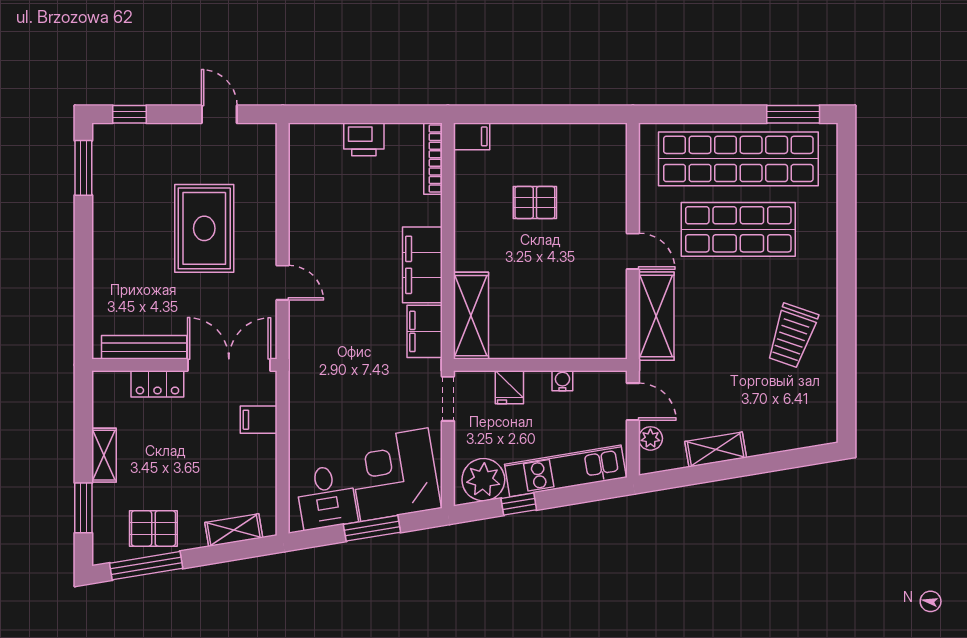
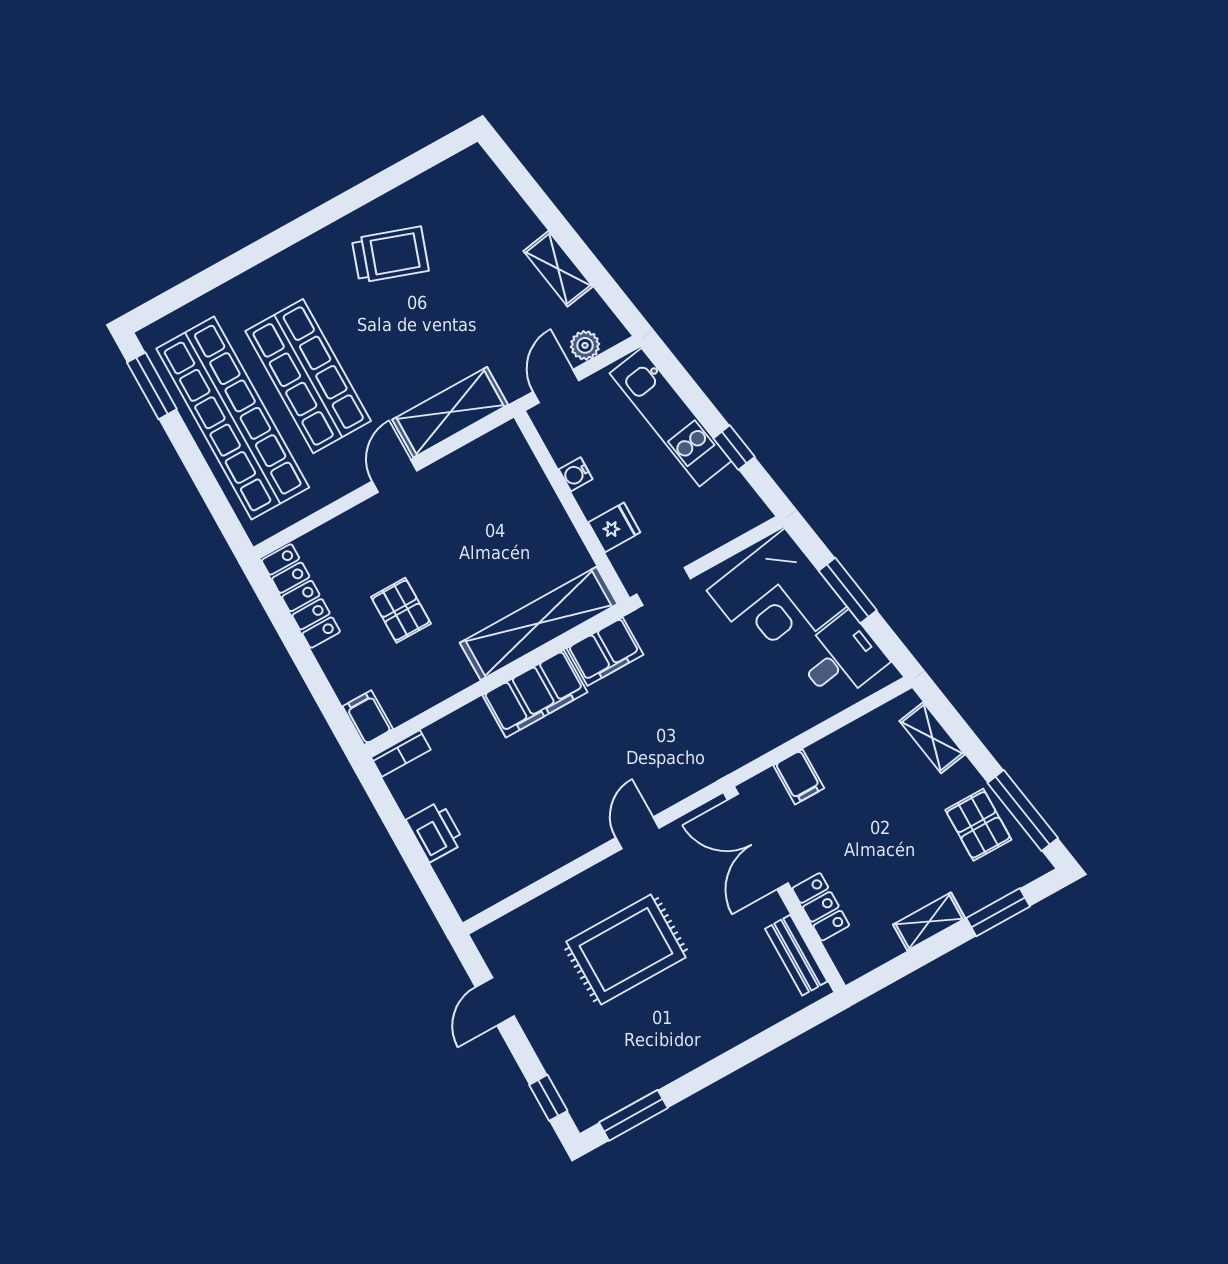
locker: (585, 137) -> (301, 596), added
bookcase: (433, 159) -> (401, 753), width x0.64
shelving: (471, 316) -> (539, 623), width x1.47
bench: (144, 347) -> (796, 955), width x0.73
plant: (483, 480) -> (729, 500), removed

